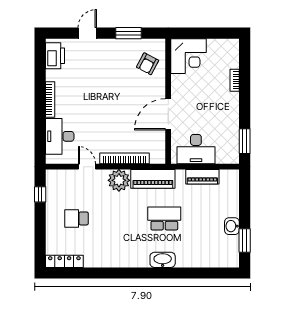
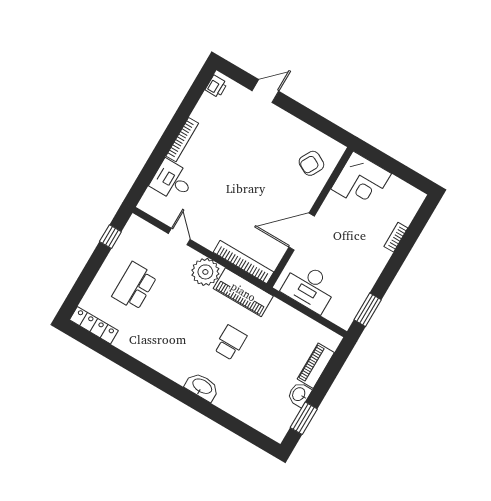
window: (128, 33) -> (310, 118), removed
printer: (55, 56) -> (216, 86), width x0.53, depth x0.68
desk: (60, 136) -> (172, 181), width x0.73
bookcase: (124, 158) -> (243, 262), moved
piano: (202, 177) -> (316, 366), moved, turned 90
school desk: (76, 218) -> (135, 286), width x1.85
school desk: (164, 218) -> (230, 343), width x0.54

